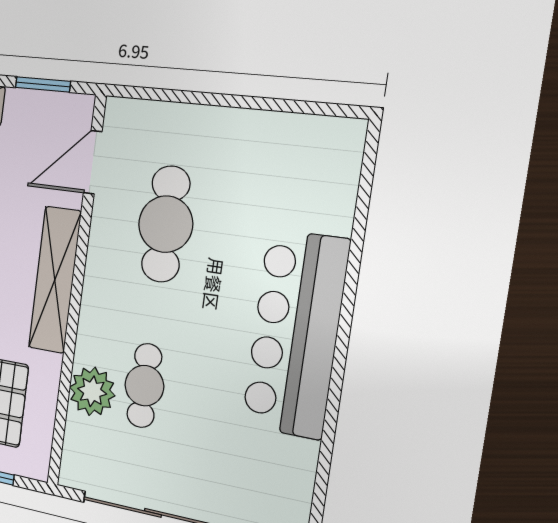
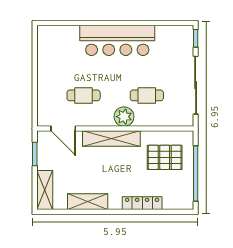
cafe table: (166, 224) -> (84, 95), width x0.73, depth x0.74
plant: (92, 391) -> (124, 117), moved

